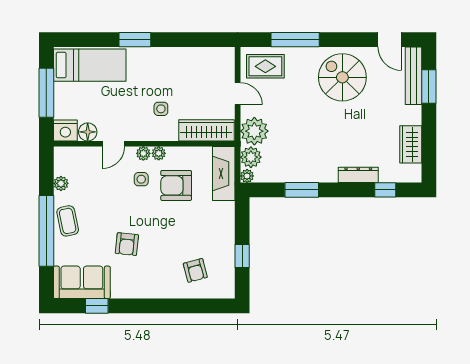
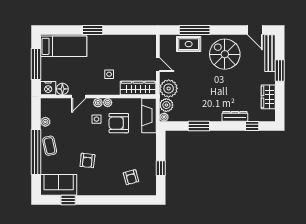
rug: (265, 66) -> (189, 44), moved
window: (429, 86) -> (280, 71), moved

